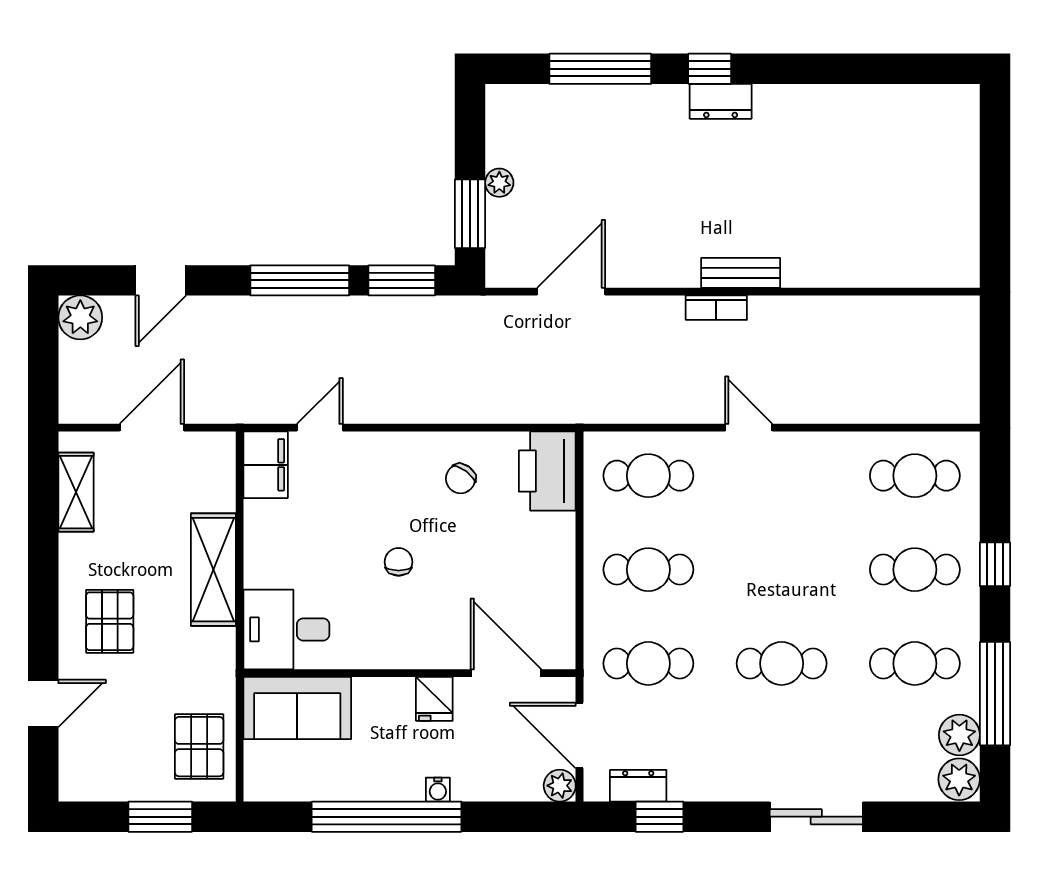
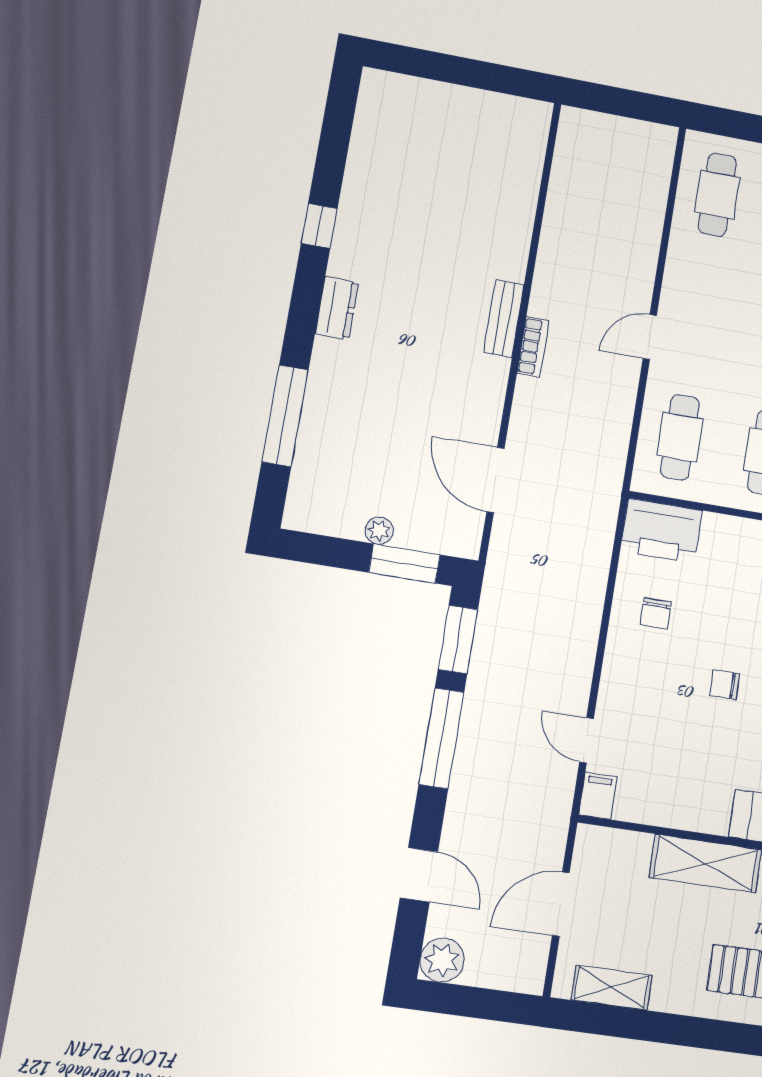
window: (710, 69) -> (319, 226), moved
door: (152, 428) -> (561, 904), hinge flipped
filing cabinet: (266, 465) -> (598, 796), width x0.50
chair: (461, 479) -> (656, 613), turned 54

